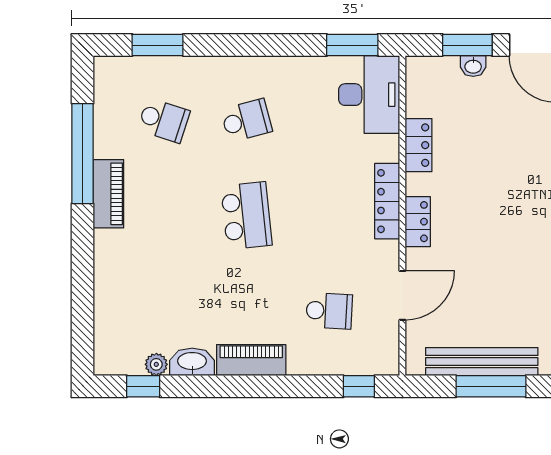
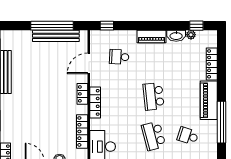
school desk: (246, 120) -> (154, 136), width x1.85
locker: (418, 145) -> (82, 131), width x1.53
piano: (108, 194) -> (209, 100), width x1.37, depth x1.33
locker: (106, 294) -> (212, 64), added
window: (491, 386) -> (52, 26), width x1.46

